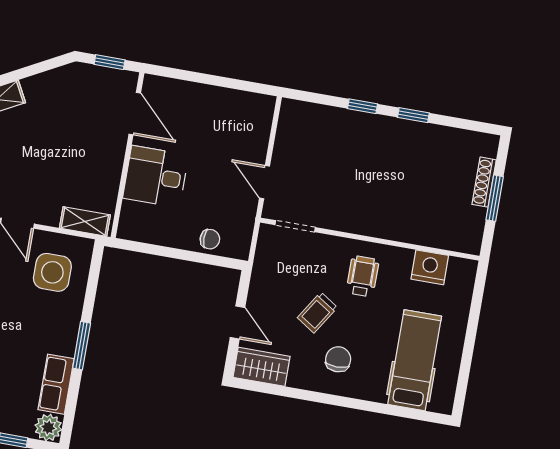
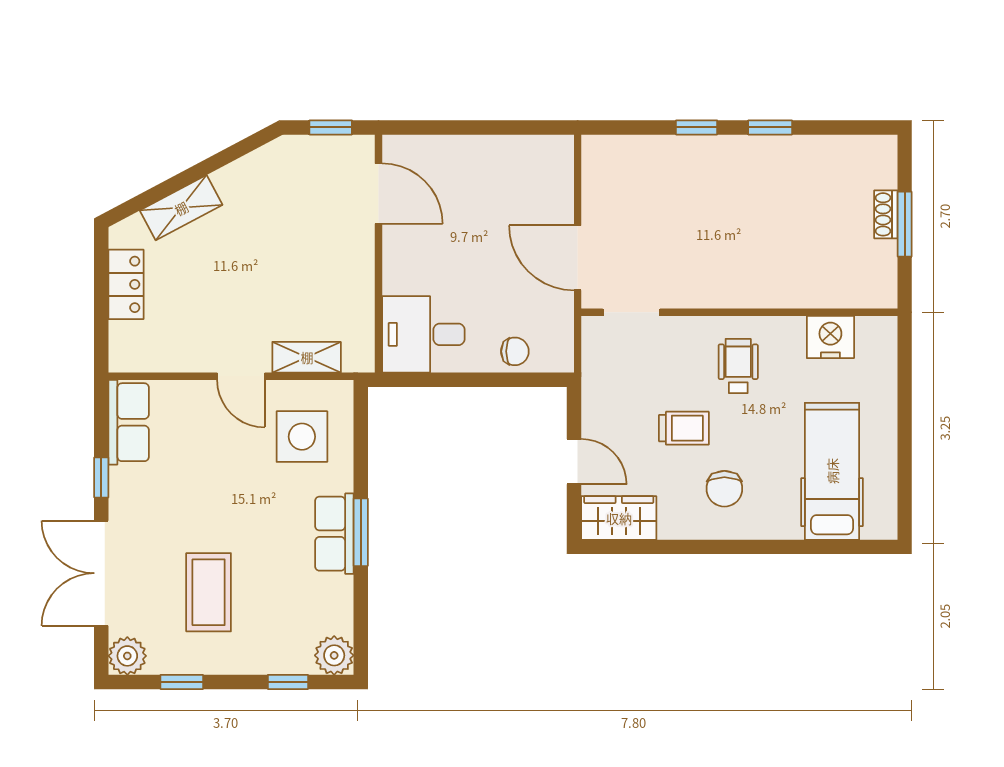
desk: (156, 177) -> (423, 334), moved
door: (265, 182) -> (578, 258), width x1.38
shoe rack: (484, 182) -> (886, 214), width x0.70
shelving: (85, 222) -> (307, 357), moved
trolley: (317, 313) -> (684, 428), turned -123
chair: (338, 359) -> (724, 489), turned 180
row of seats: (56, 384) -> (334, 534), moved

